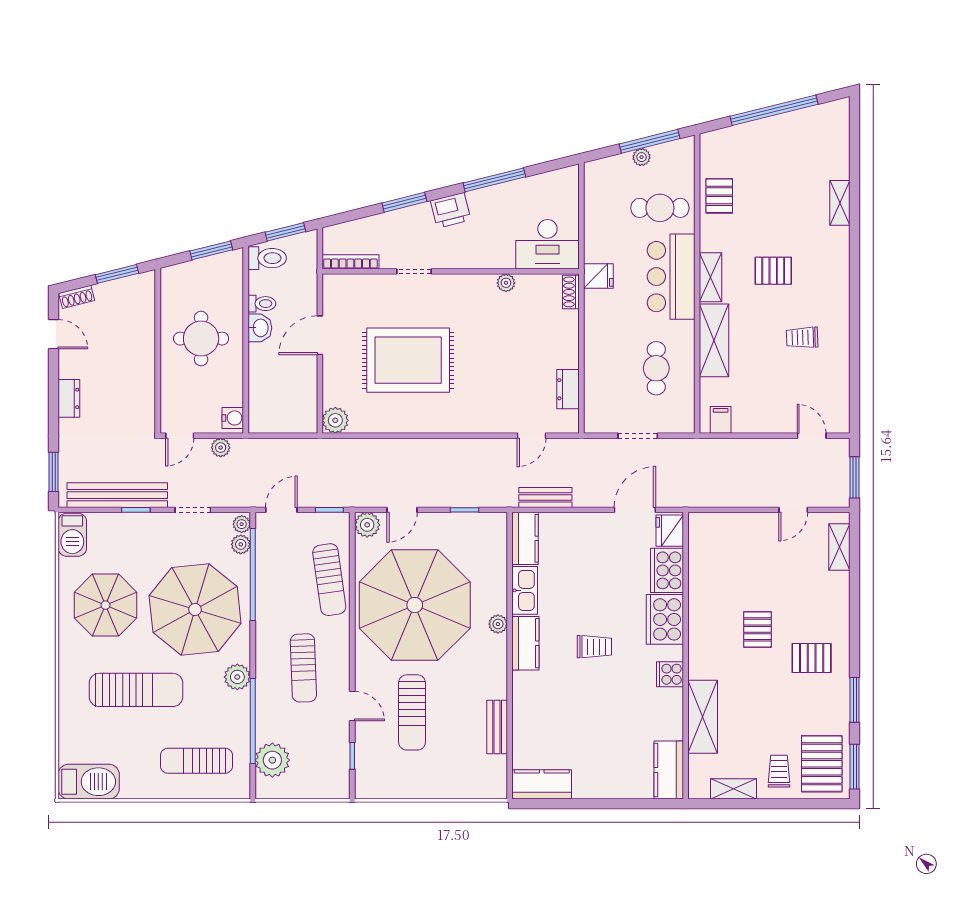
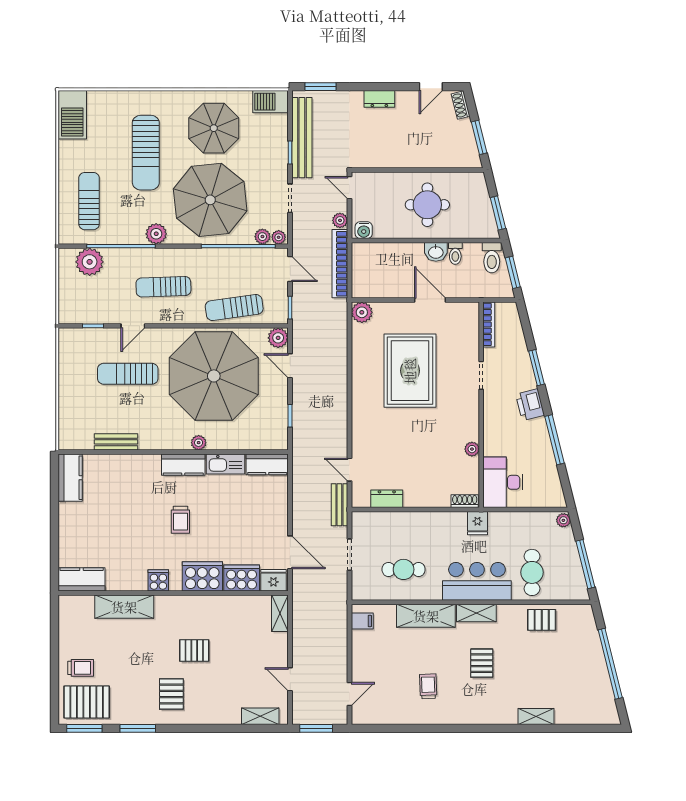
plant: (642, 157) -> (563, 520), moved
bookcase: (275, 448) -> (340, 264), added
bench: (545, 497) -> (339, 505), moved
shelving: (733, 789) -> (280, 613), moved

